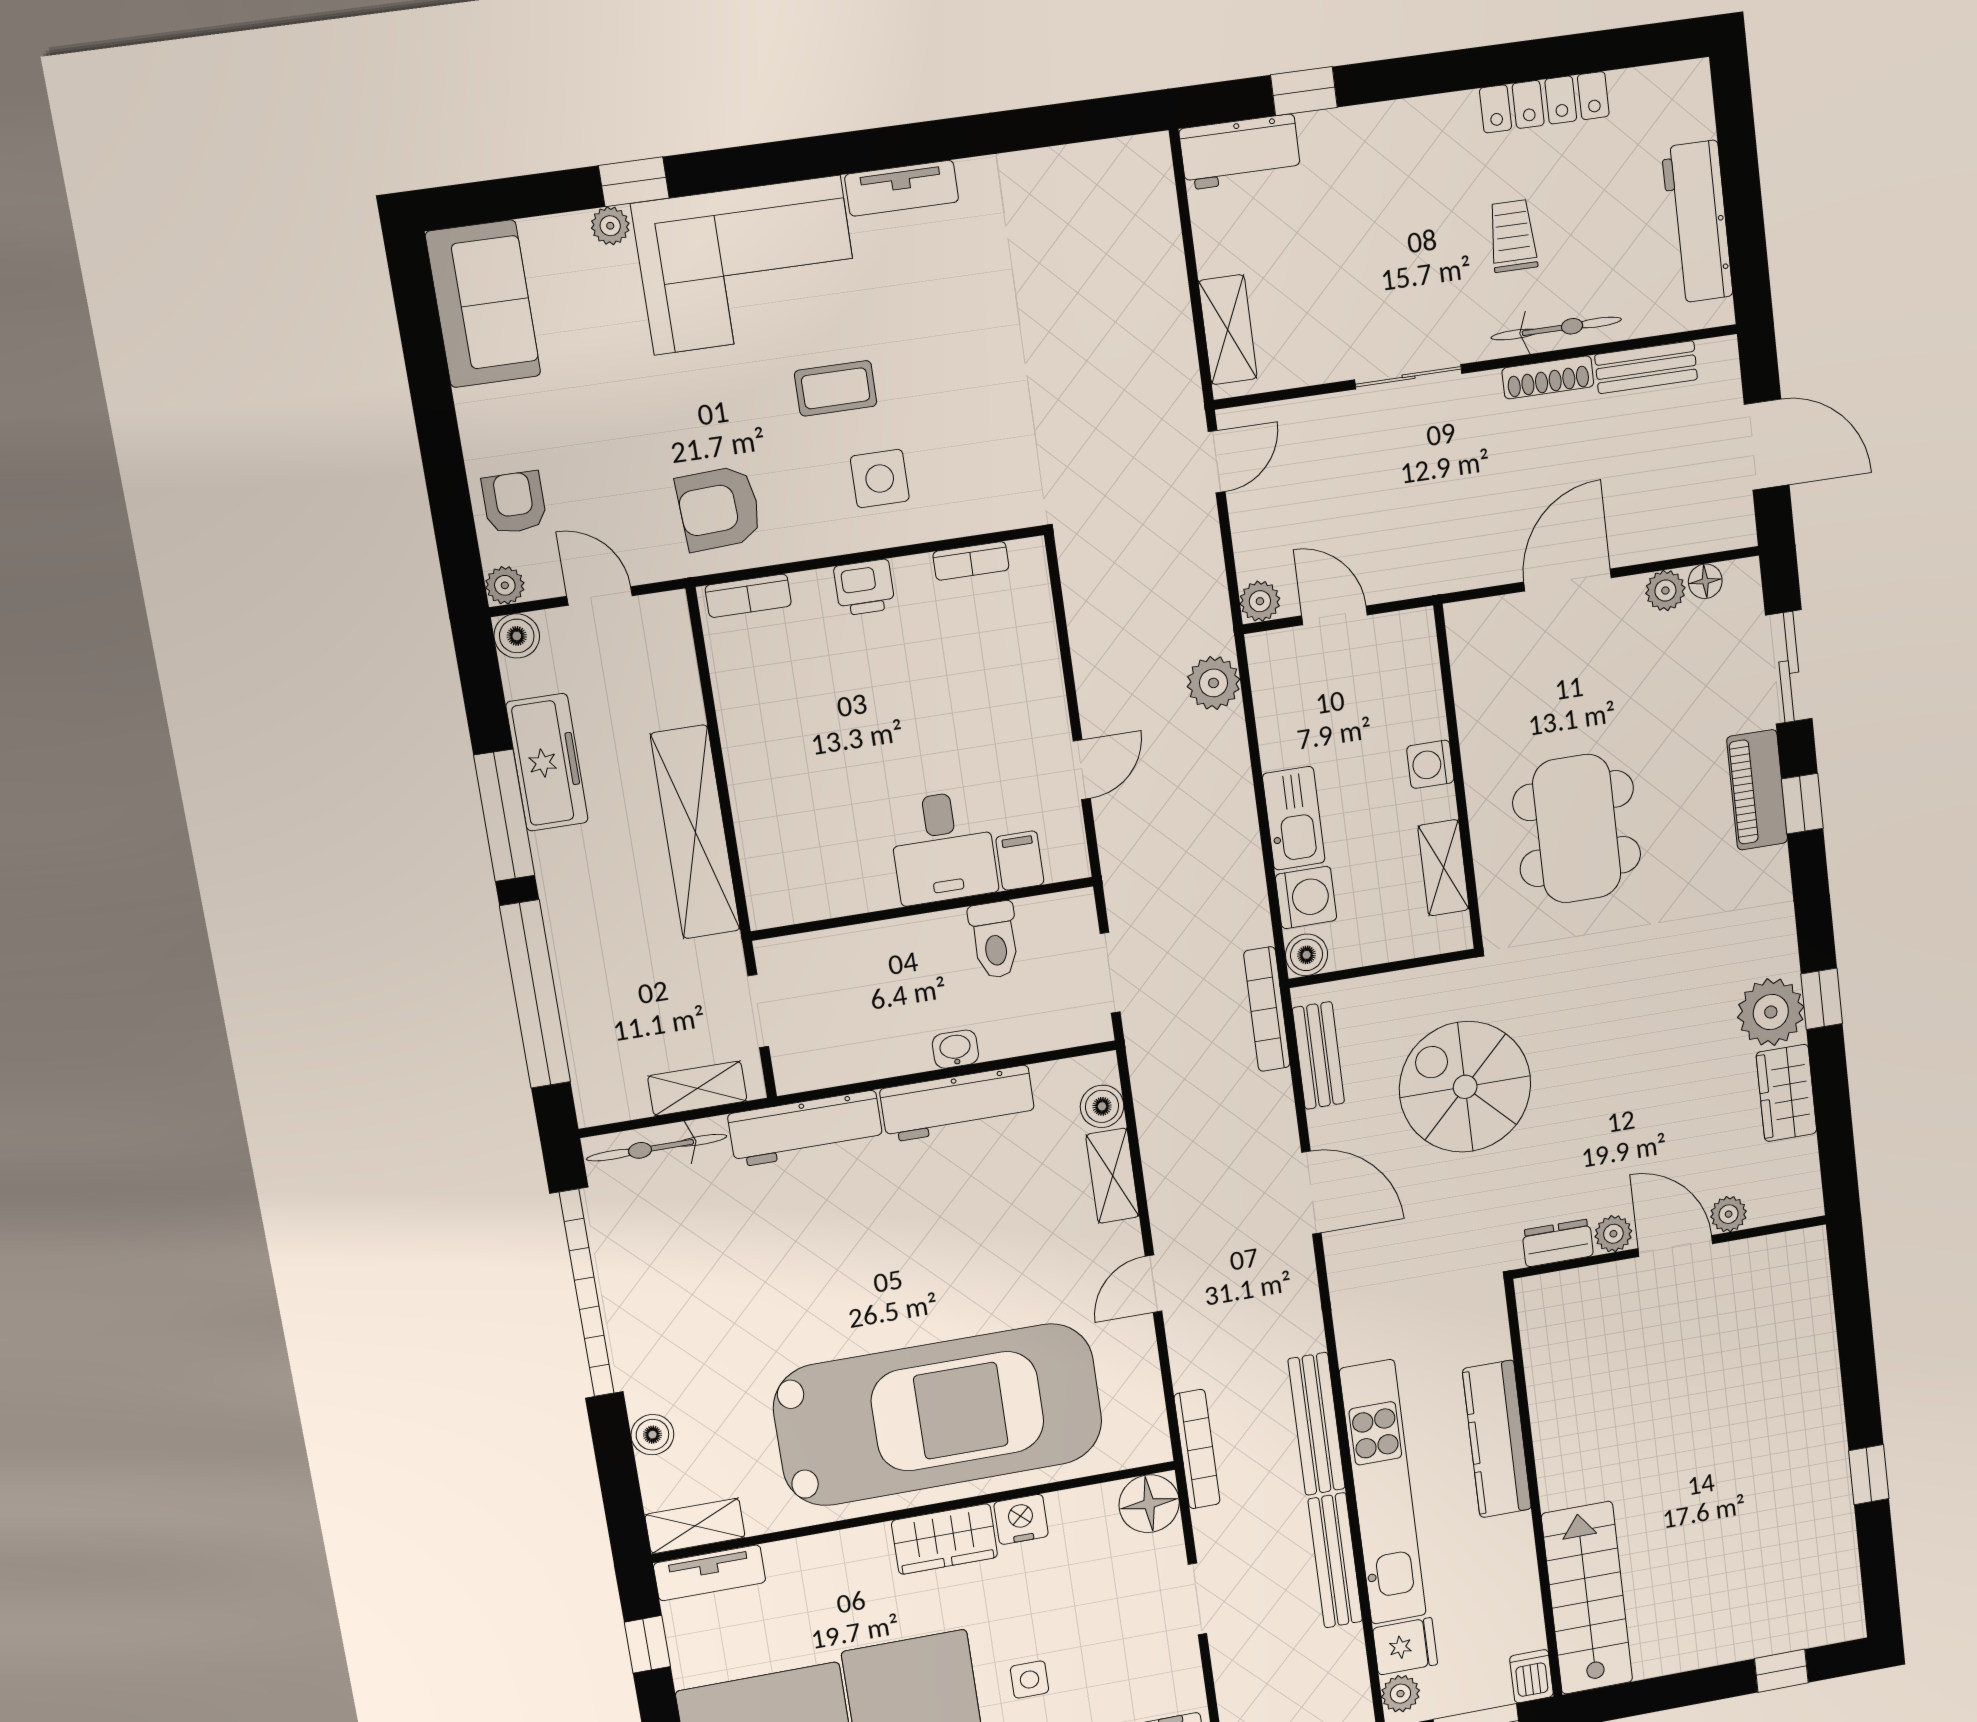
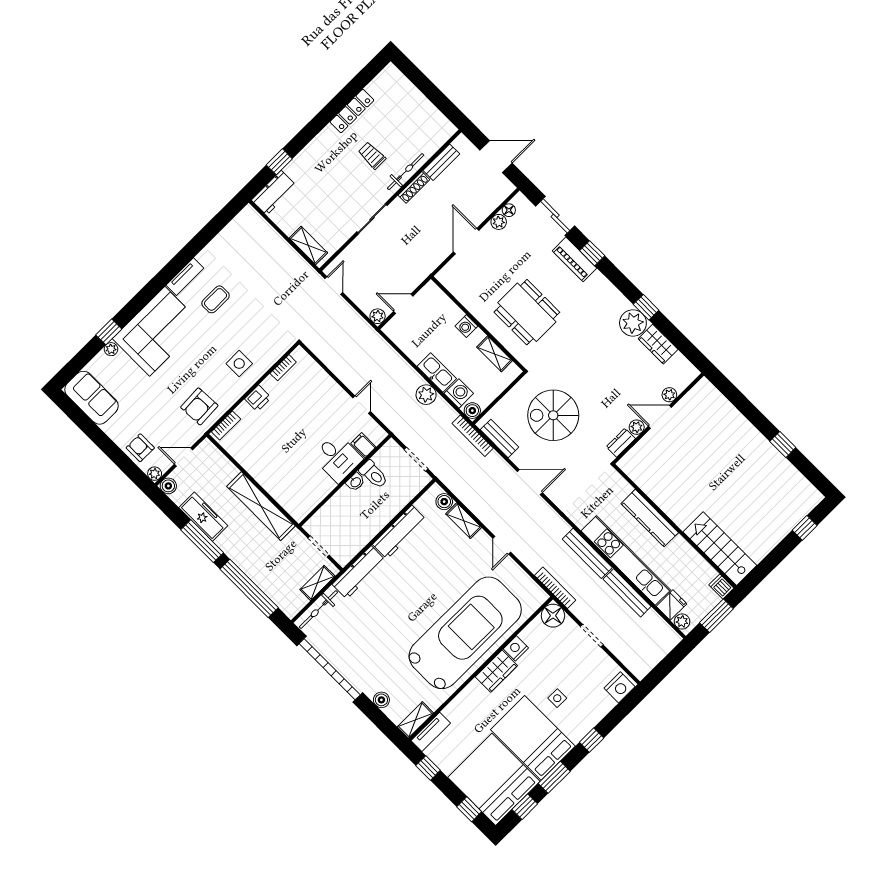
workbench: (1697, 222) -> (424, 110), removed
coffee table: (836, 388) -> (216, 299), moved
plant: (1214, 683) -> (426, 395), moved
washbasin: (955, 1049) -> (355, 482), moved, turned 180

